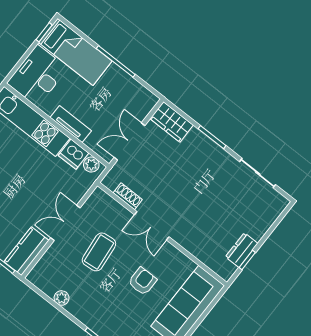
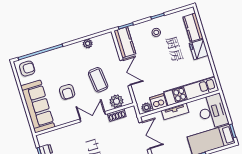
plant: (110, 209) -> (116, 101), added

